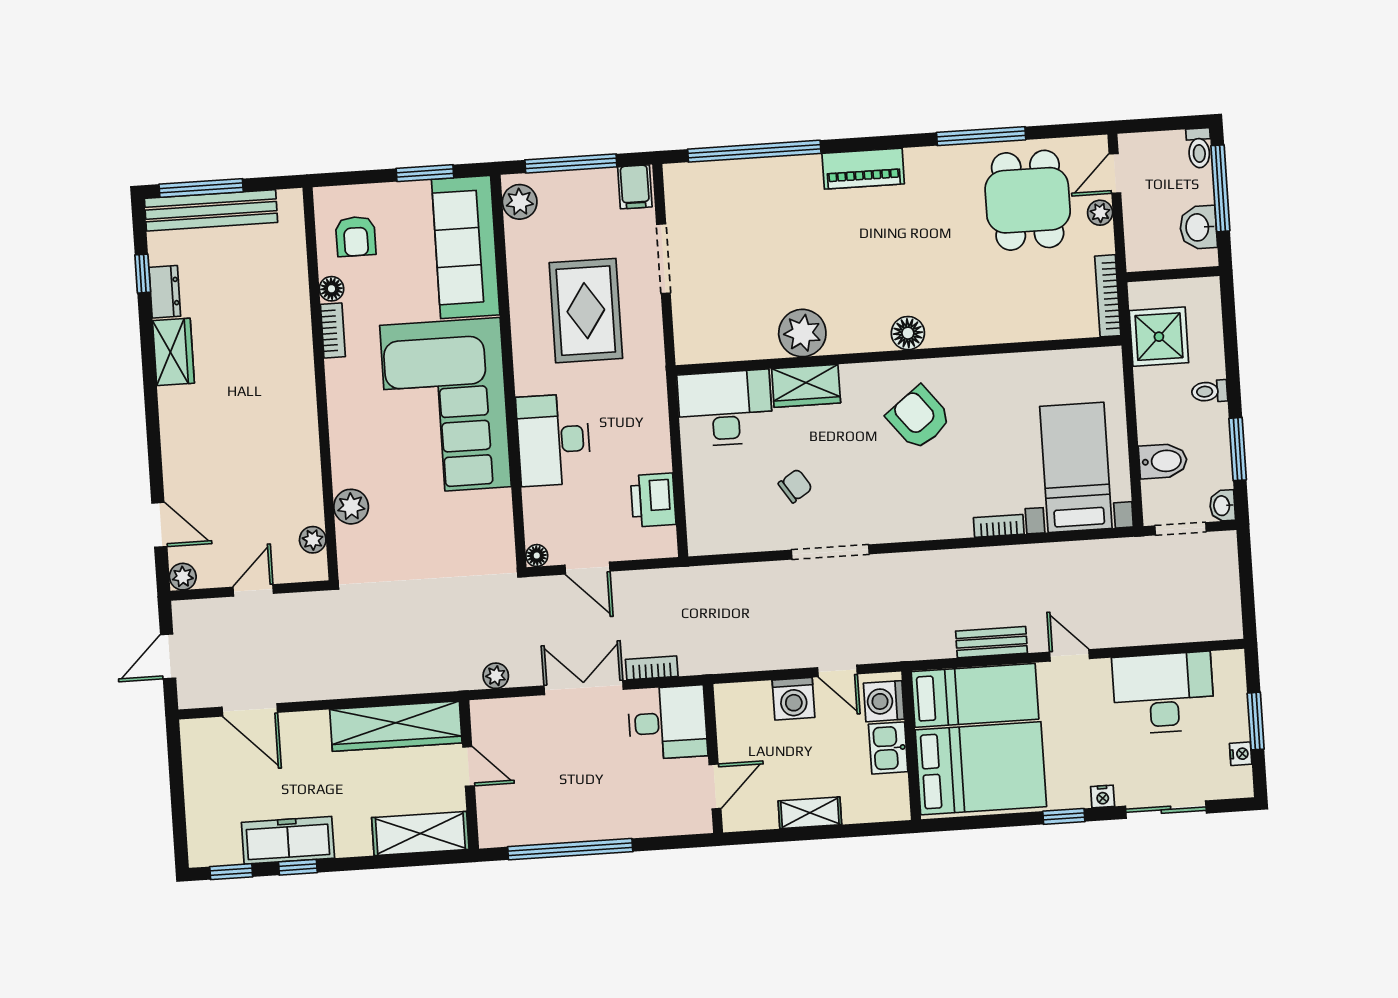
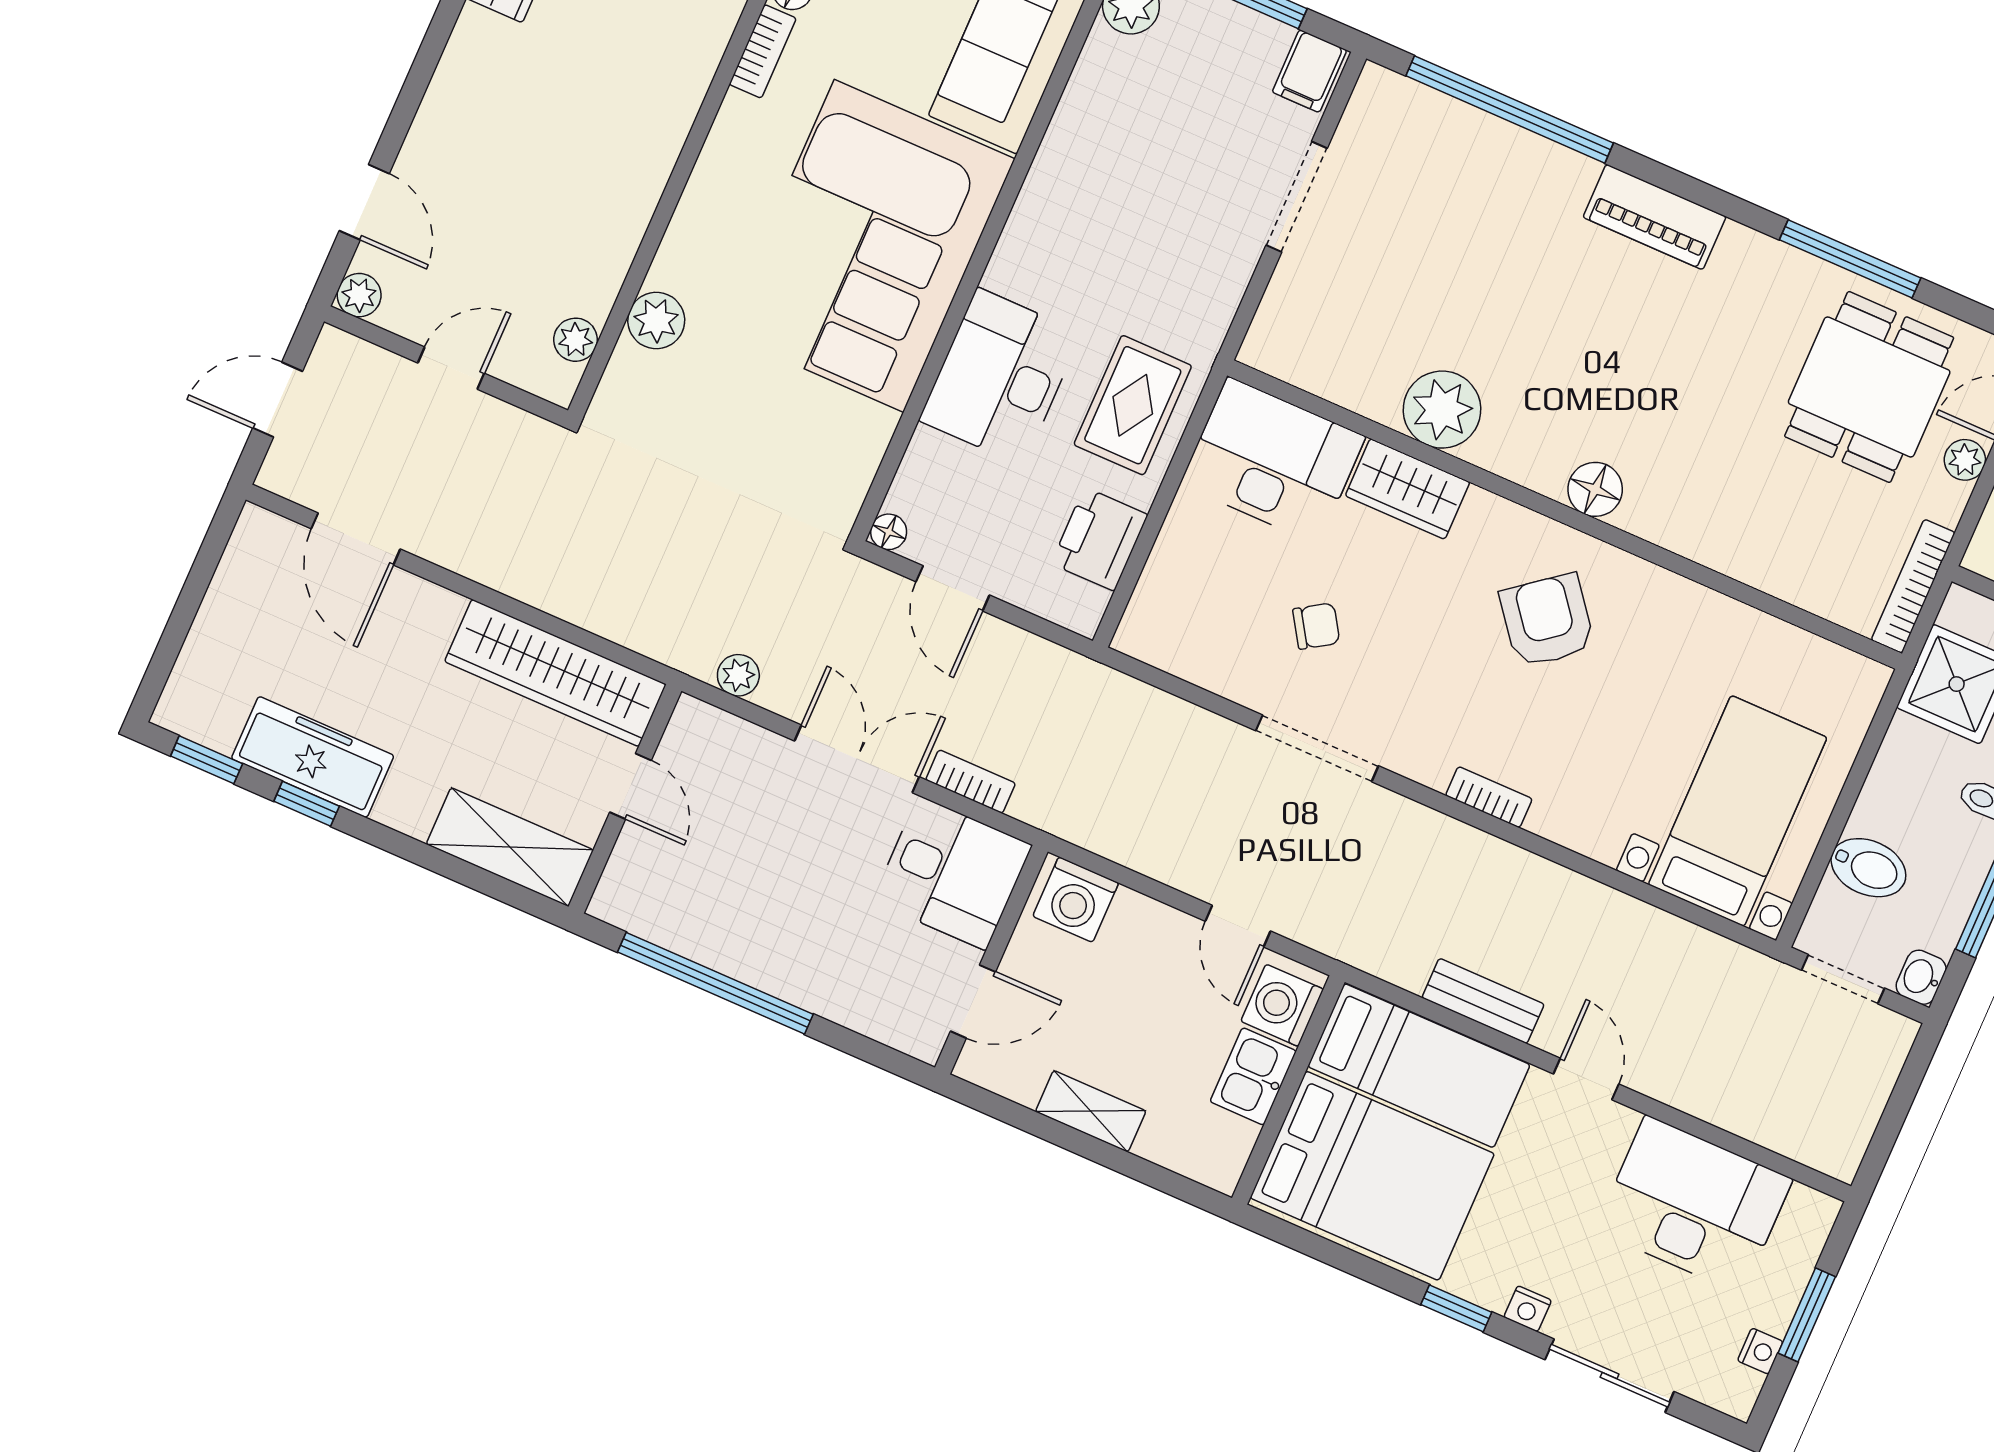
rug: (586, 311) -> (1133, 405), moved, width x0.73, depth x0.70
bookcase: (999, 526) -> (1489, 797), moved
washing machine: (794, 699) -> (1076, 900), moved

